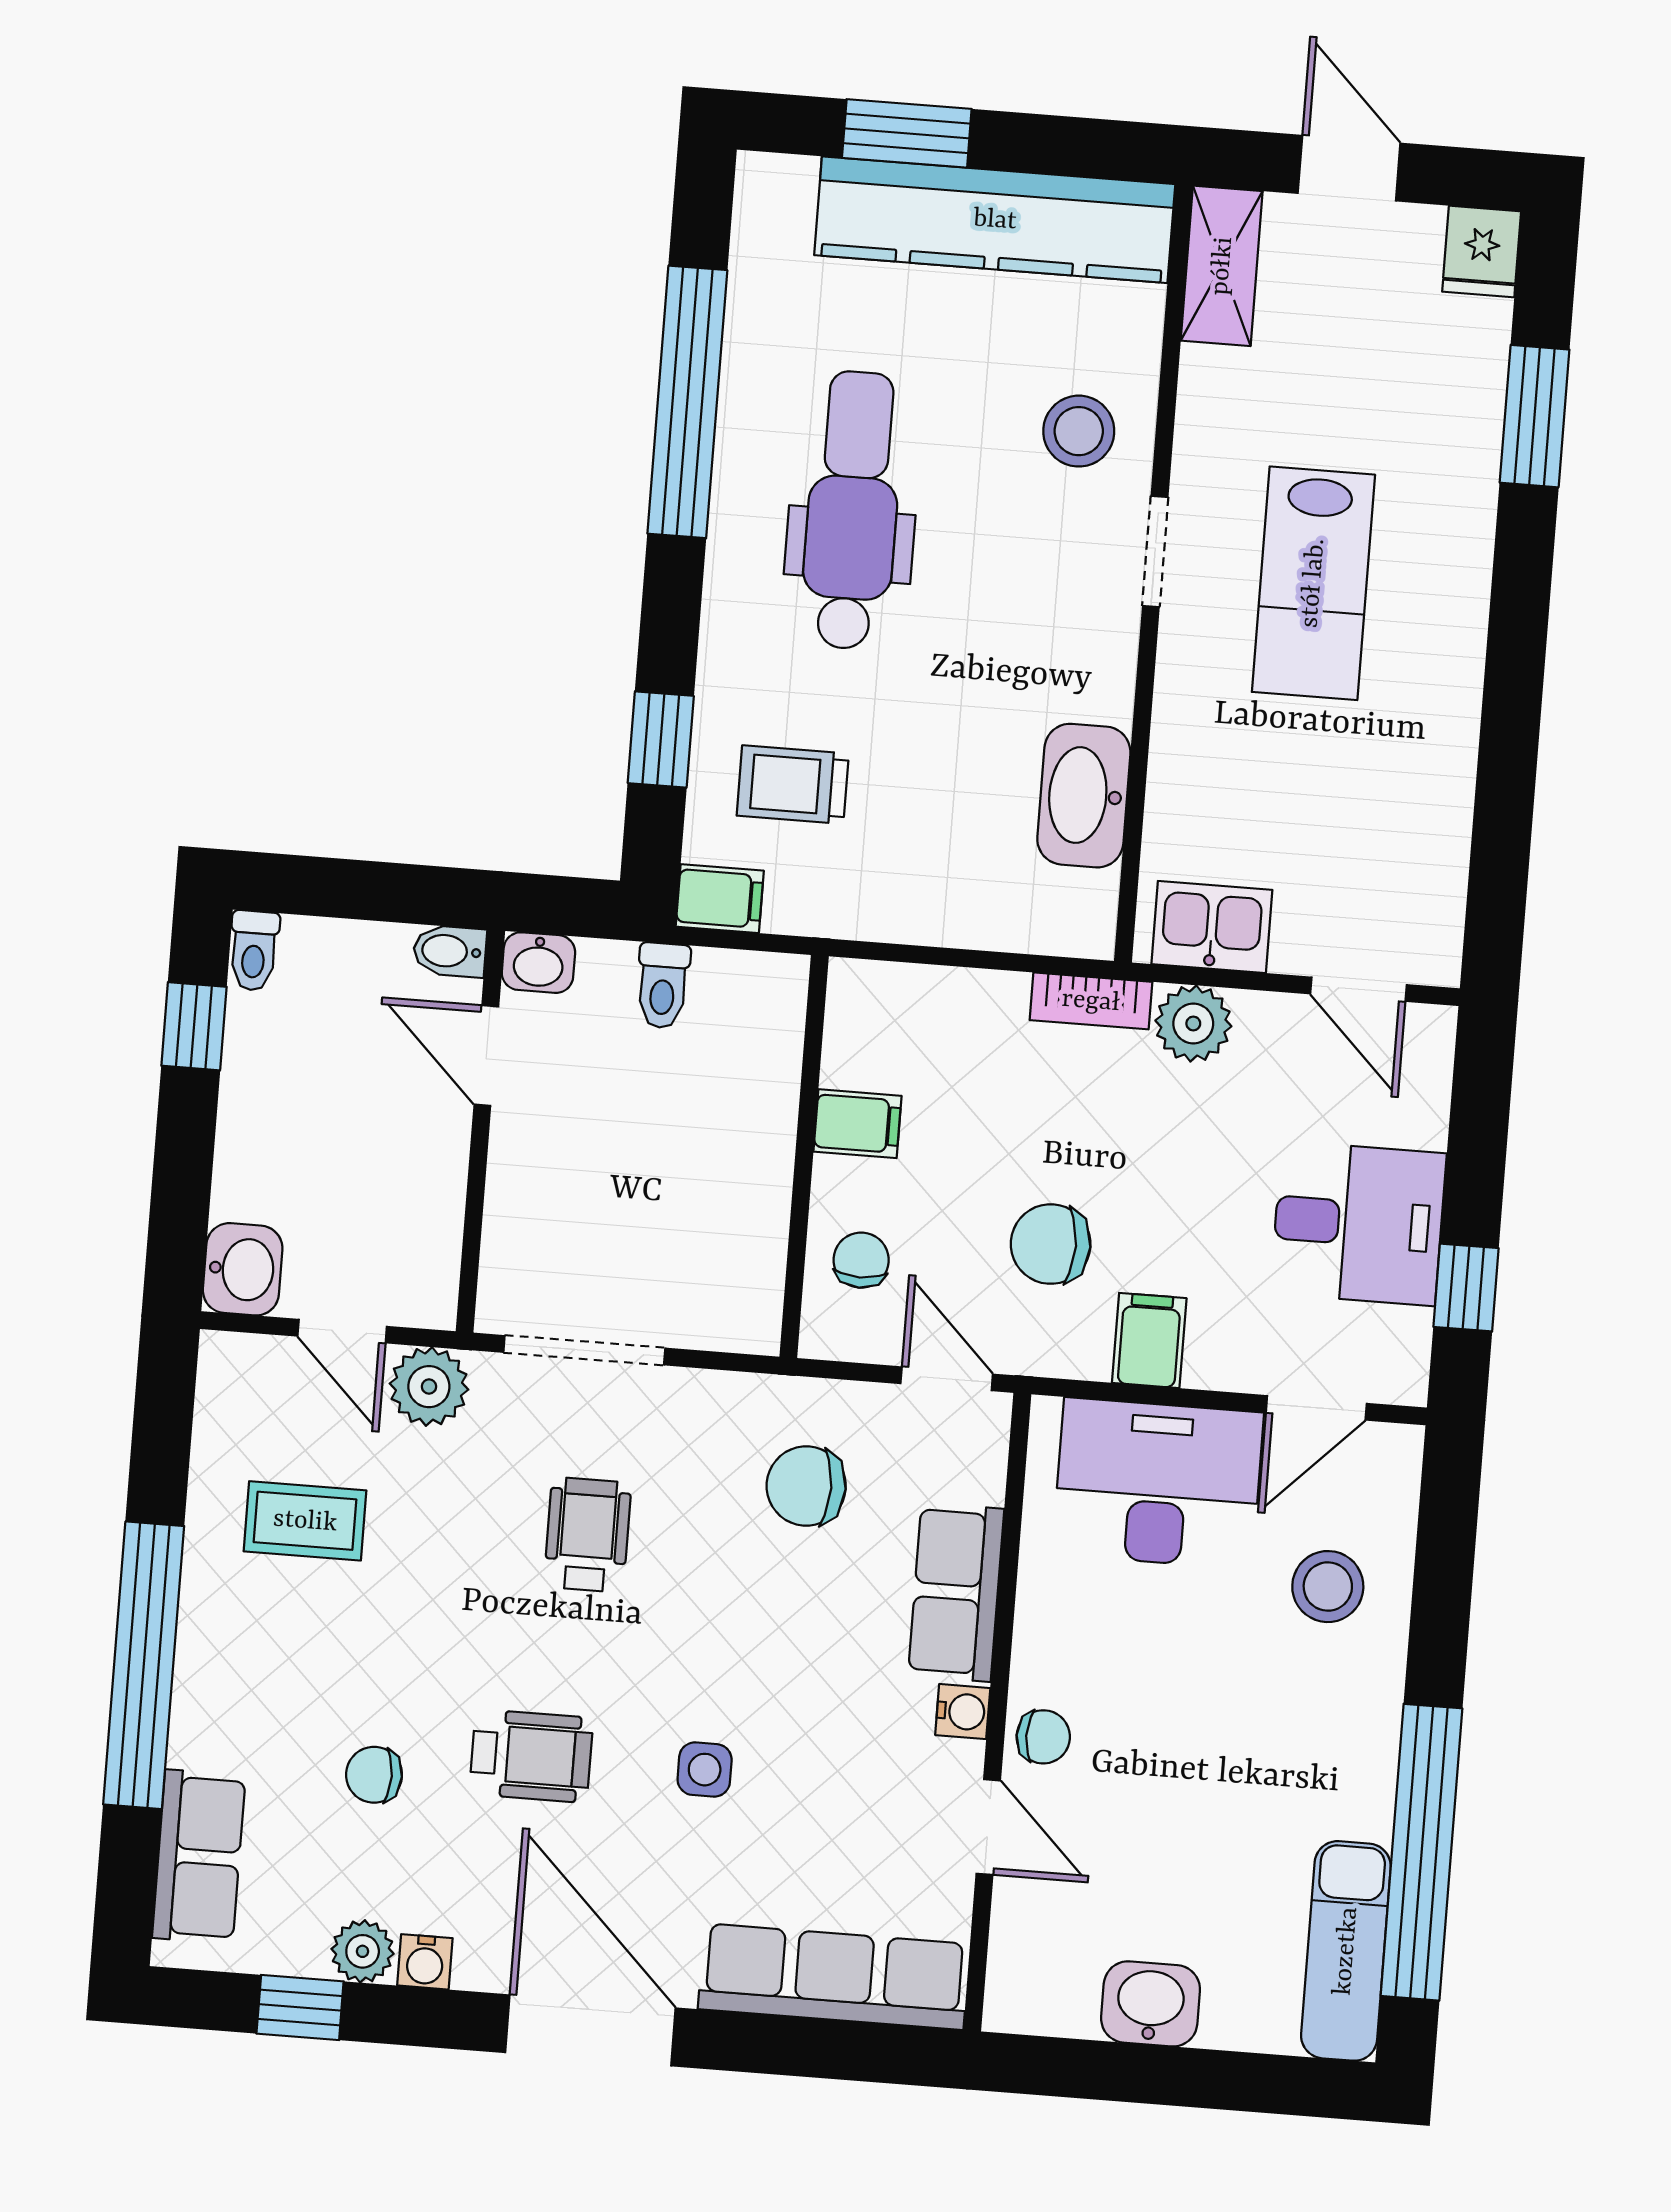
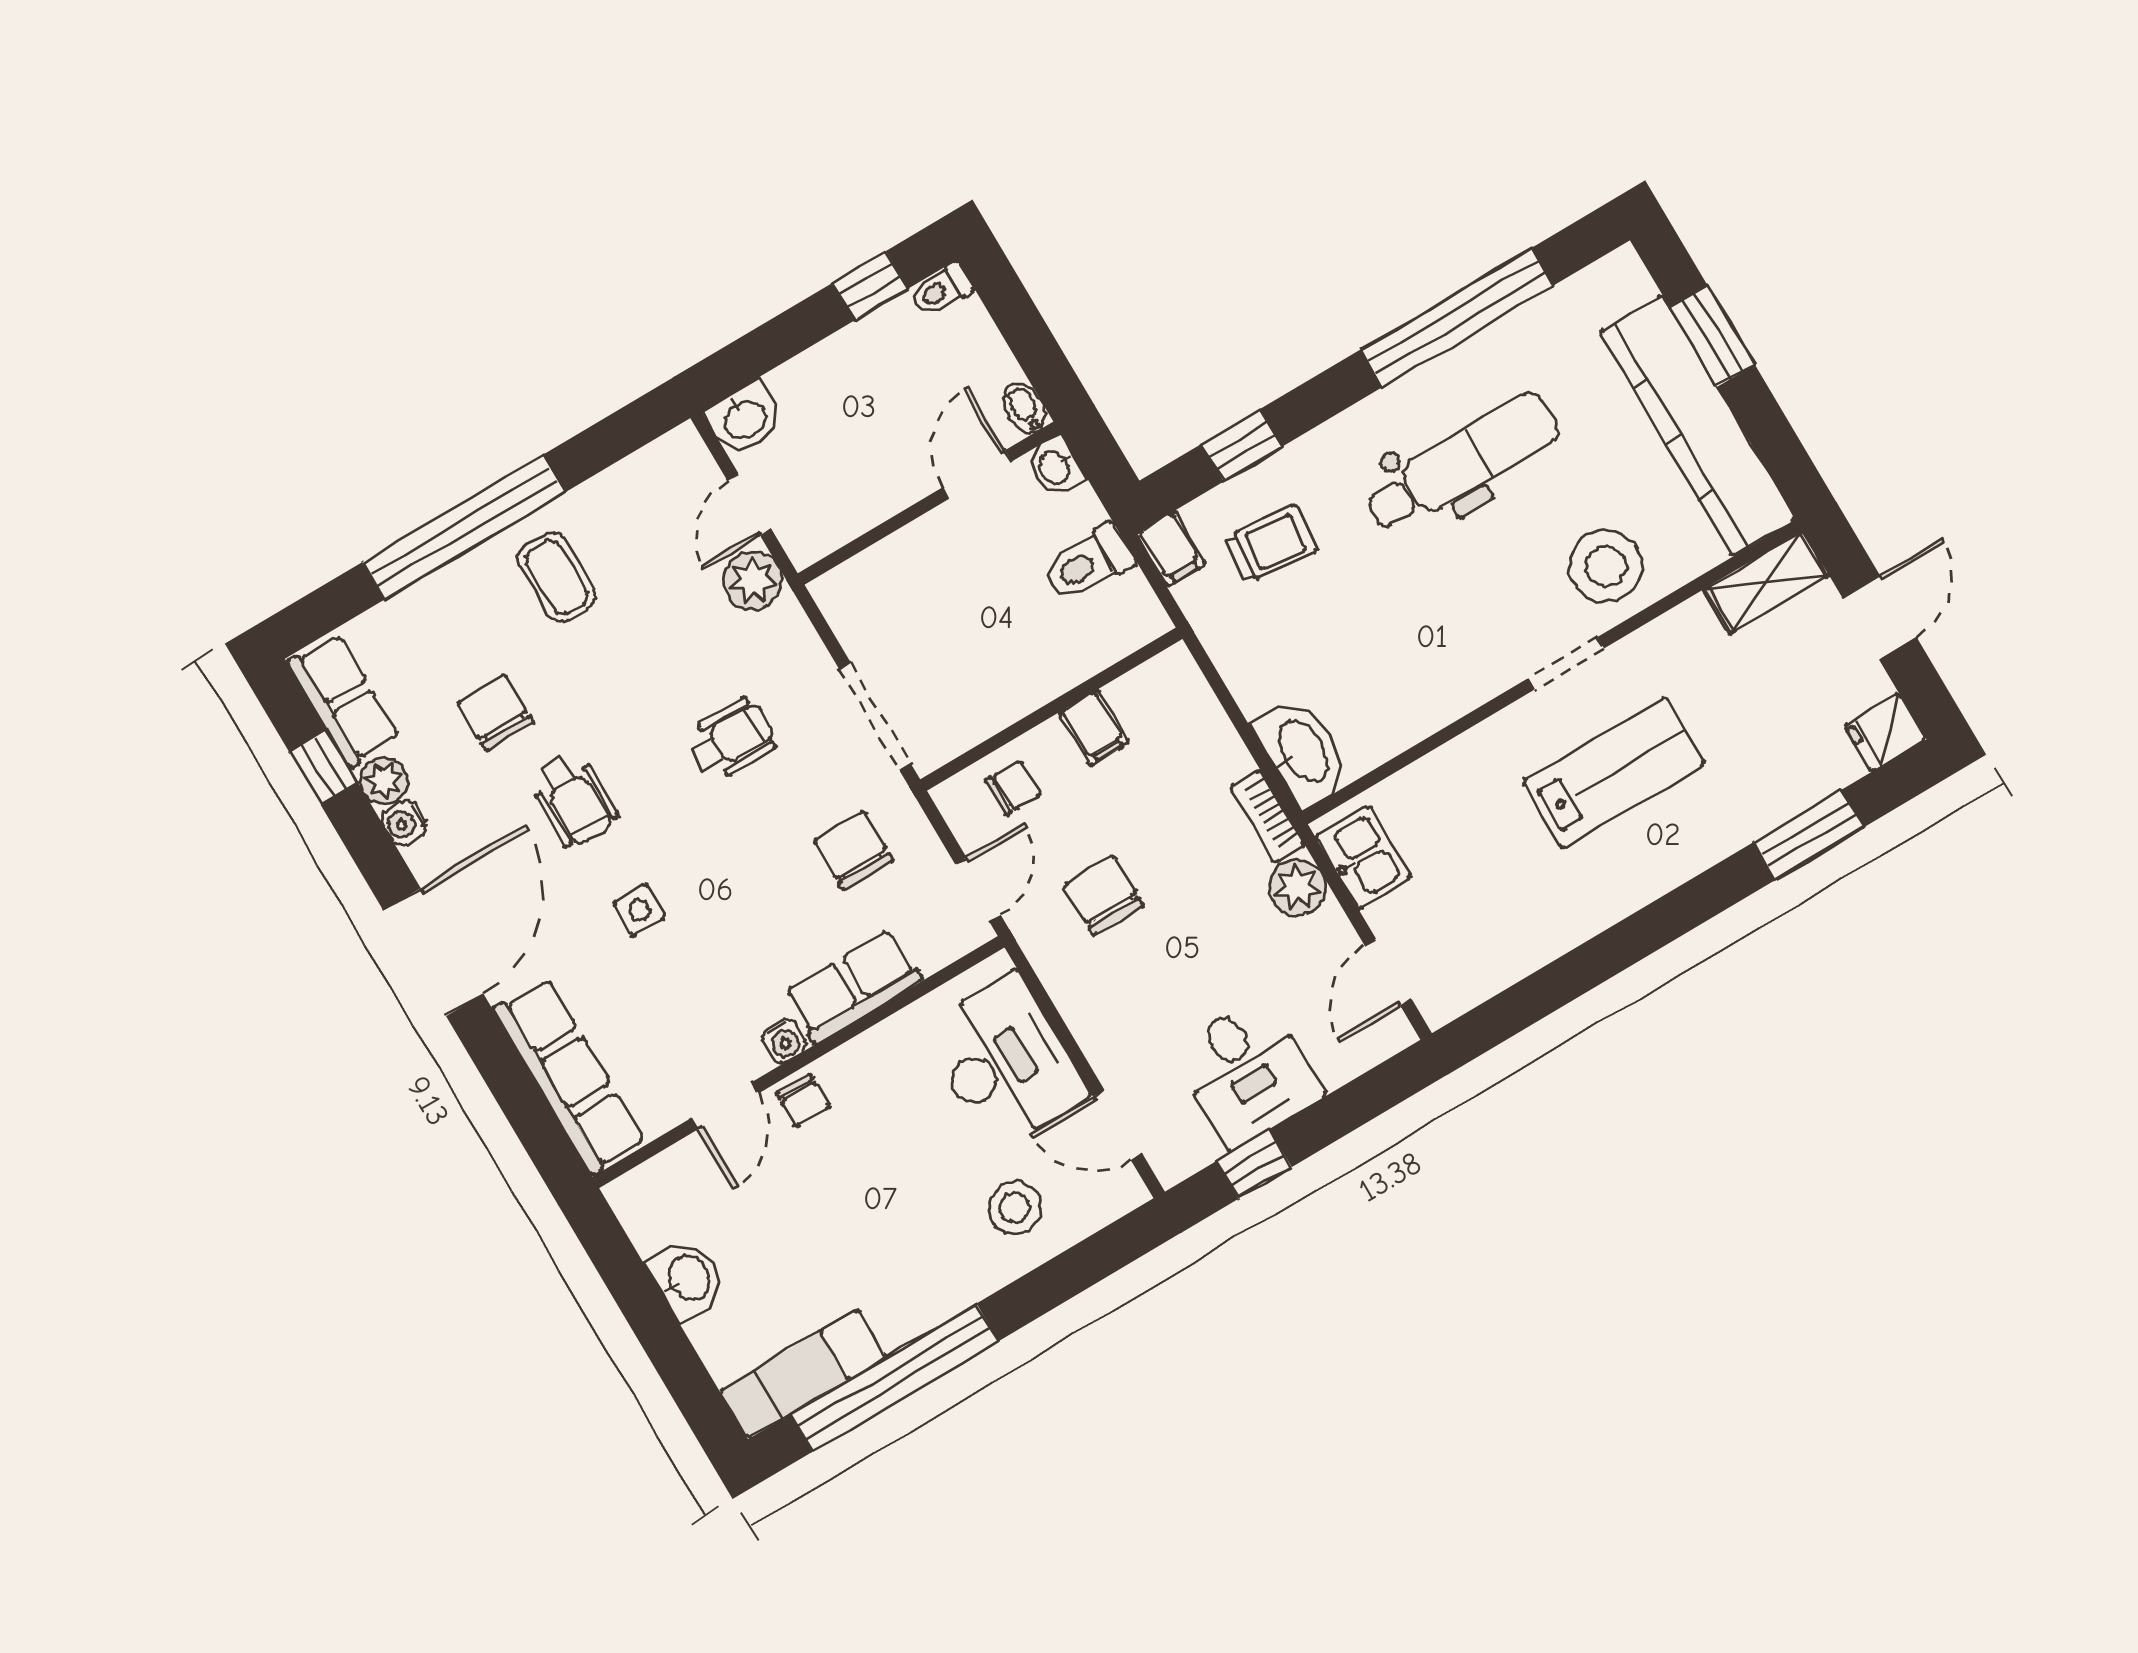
stool: (1079, 431) -> (1606, 566), width x1.38, depth x1.38
lab bench: (1313, 583) -> (1614, 772), turned 180
trolley: (793, 785) -> (1271, 544), turned 96
washbasin: (1084, 796) -> (1302, 752), moved, turned 90
toilet: (663, 985) -> (1088, 563), width x1.37, depth x1.39
filing cabinet: (1149, 1341) -> (1087, 996), removed
doorway: (584, 1350) -> (875, 717), moved
coffee table: (305, 1521) -> (557, 577), moved
chair: (374, 1775) -> (495, 713), width x1.37, depth x1.37
row of seats: (199, 1857) -> (344, 700), moved, turned -90

